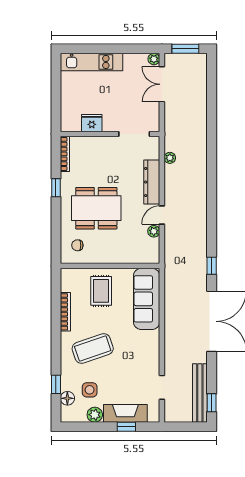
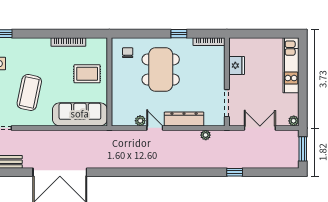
double door: (162, 84) -> (260, 128), moved
window: (212, 266) -> (235, 172), moved
coffee table: (93, 348) -> (29, 92), moved, turned 31

